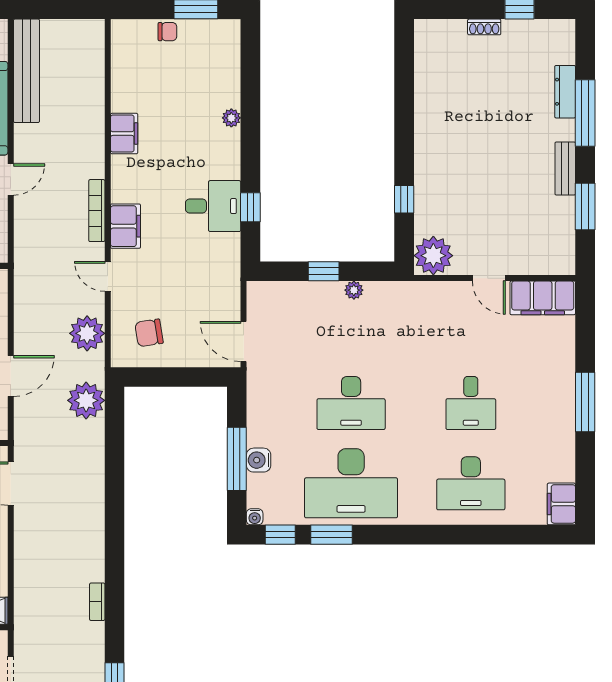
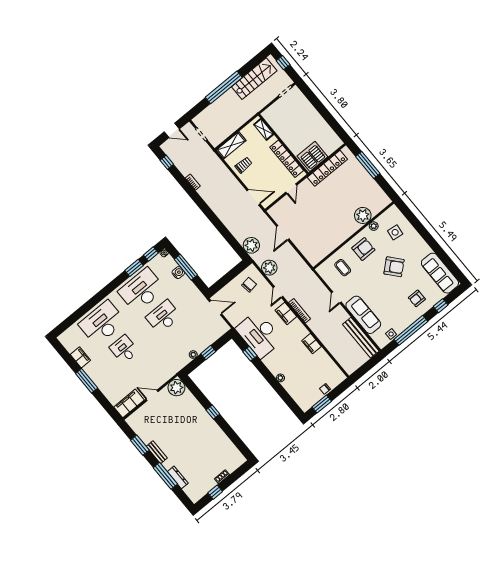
window: (404, 199) -> (213, 412), moved
desk: (213, 206) -> (259, 334), width x1.87, depth x1.30
door: (108, 276) -> (278, 292), swing flipped
desk: (471, 483) -> (102, 323), width x1.36, depth x1.30
filing cabinet: (561, 504) -> (80, 357), moved

